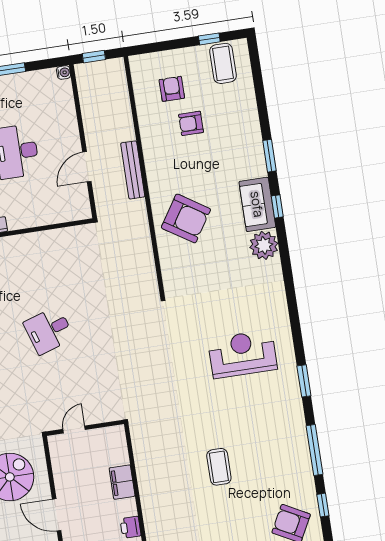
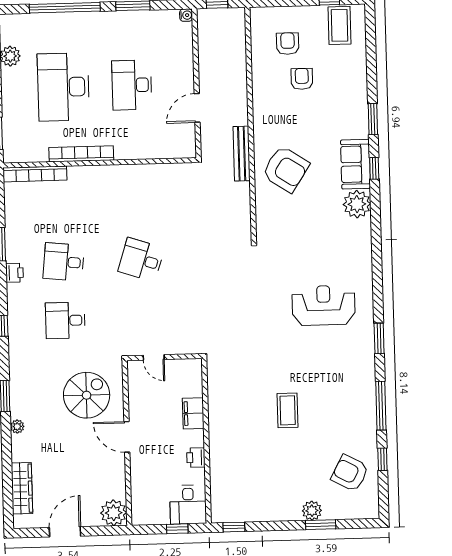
armchair: (191, 123) -> (302, 79), turned 90
bench: (133, 170) -> (242, 154), moved
desk: (49, 330) -> (141, 260), turned 36
door: (74, 429) -> (154, 357), swing flipped

